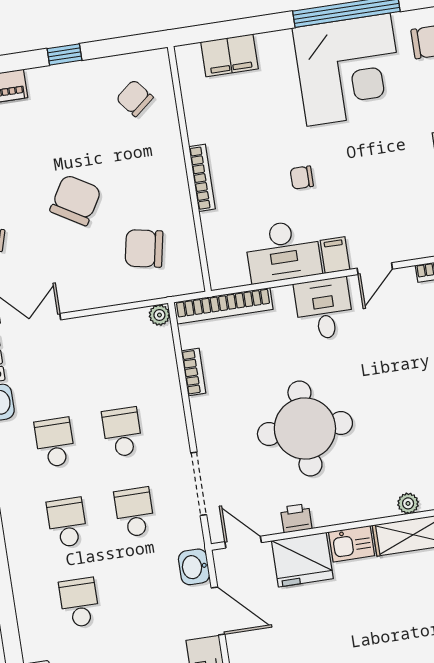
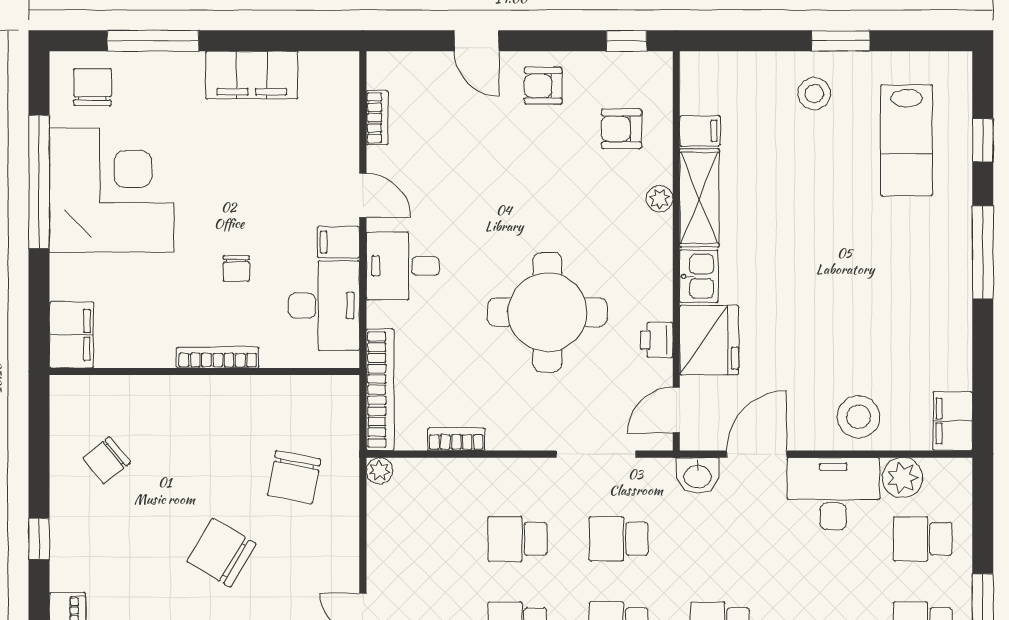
wall: (189, 169) -> (204, 371), moved
bookcase: (202, 178) -> (218, 357), moved

